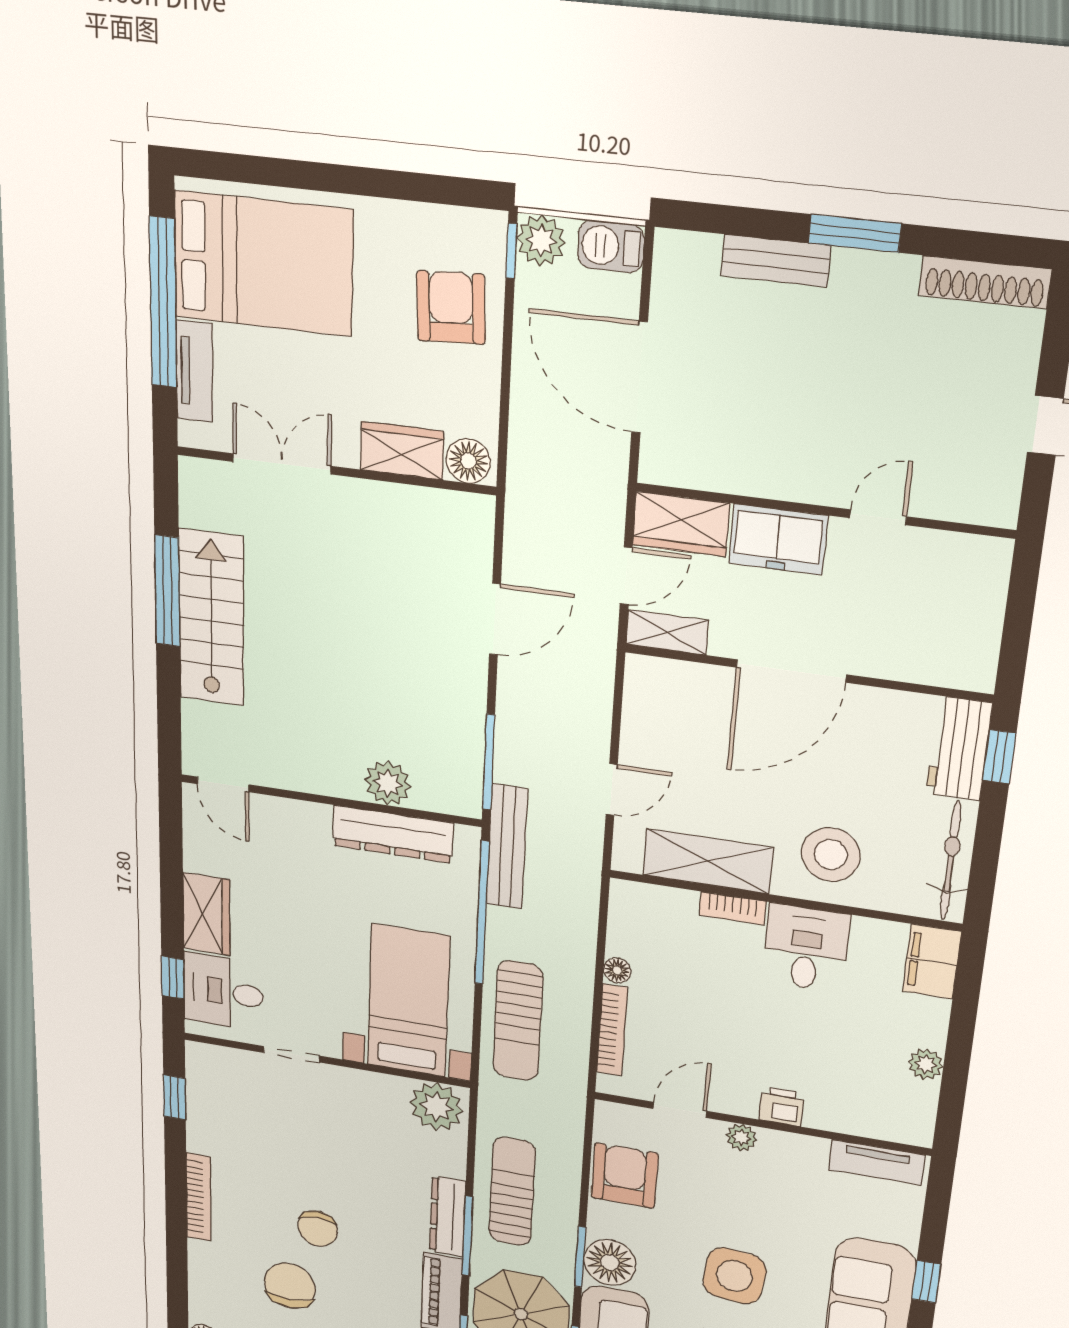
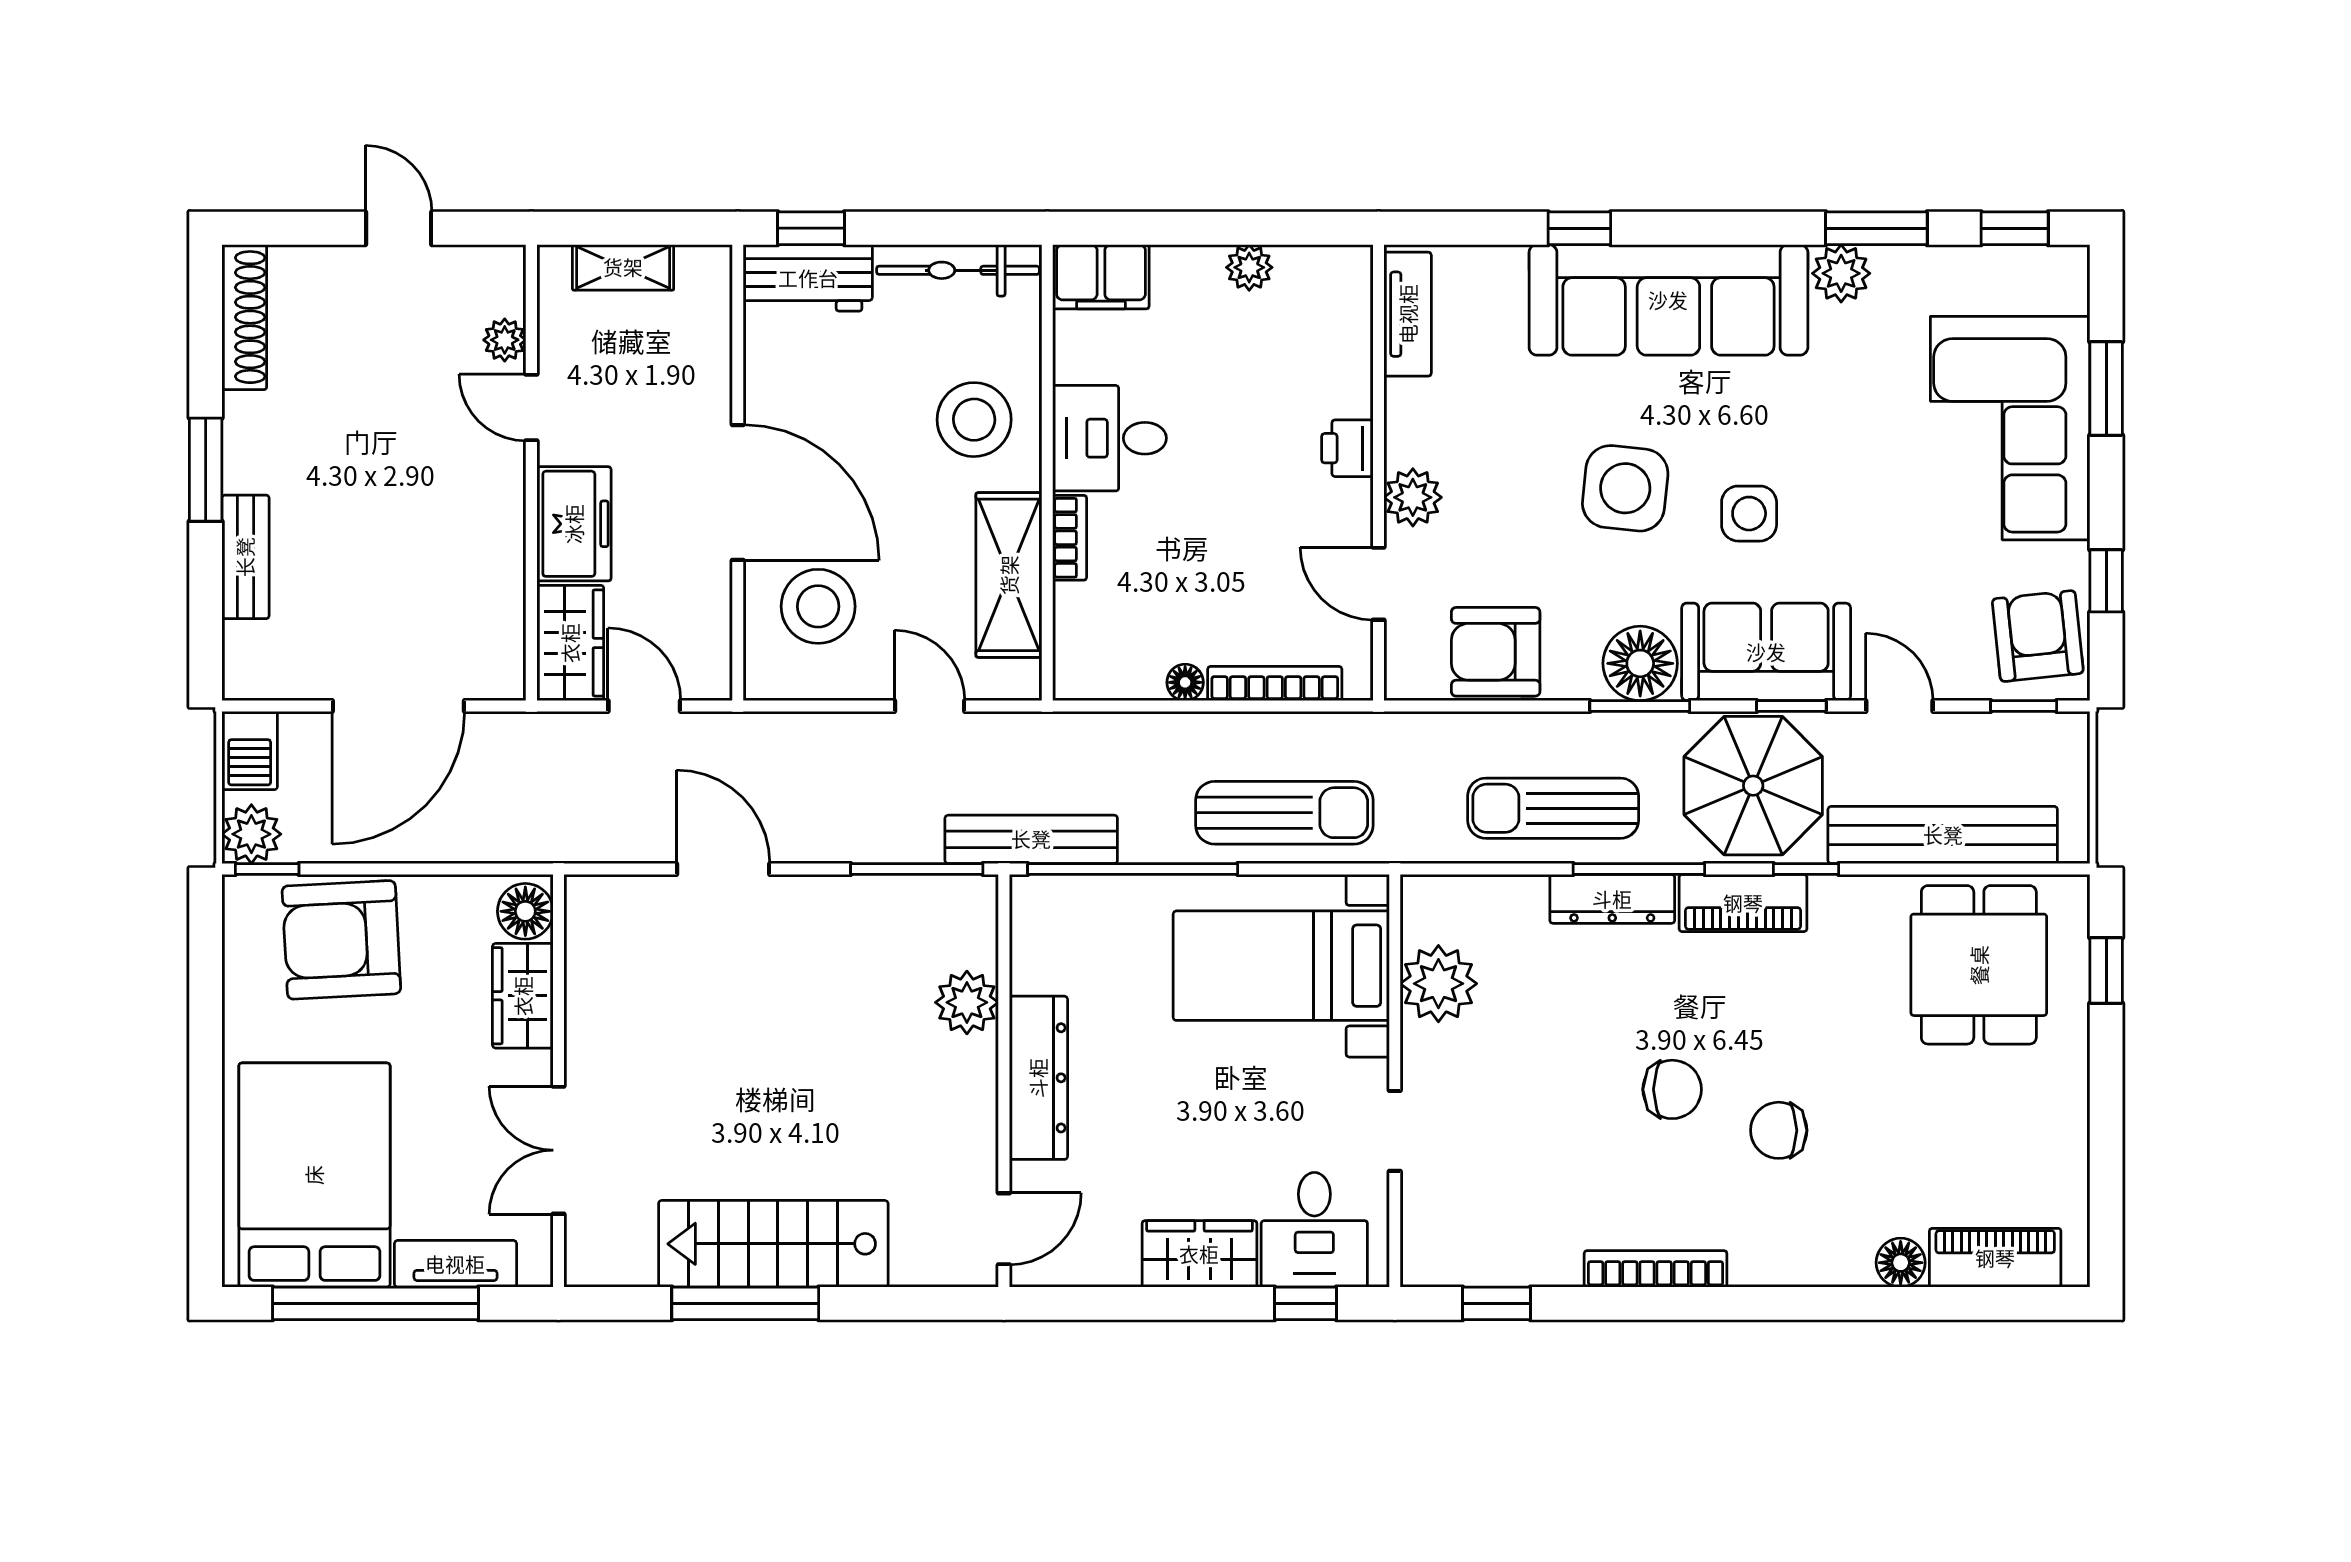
armchair: (451, 307) -> (341, 940), width x1.36, depth x1.36
plant: (938, 503) -> (505, 340), added
shelving: (667, 632) -> (623, 267), moved, turned 90
stool: (695, 719) -> (818, 606), added
dresser: (393, 834) -> (1038, 1078), moved
plant: (436, 1107) -> (1438, 984), moved
plant: (741, 1137) -> (1413, 497), width x1.38, depth x1.38
chair: (290, 1286) -> (1779, 1130), width x0.73, depth x0.73

